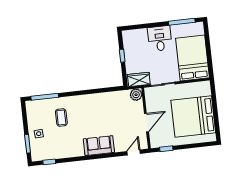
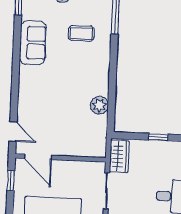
plant: (136, 95) -> (99, 105), moved
door: (146, 123) -> (38, 157), moved
sofa: (99, 146) -> (33, 43), moved

